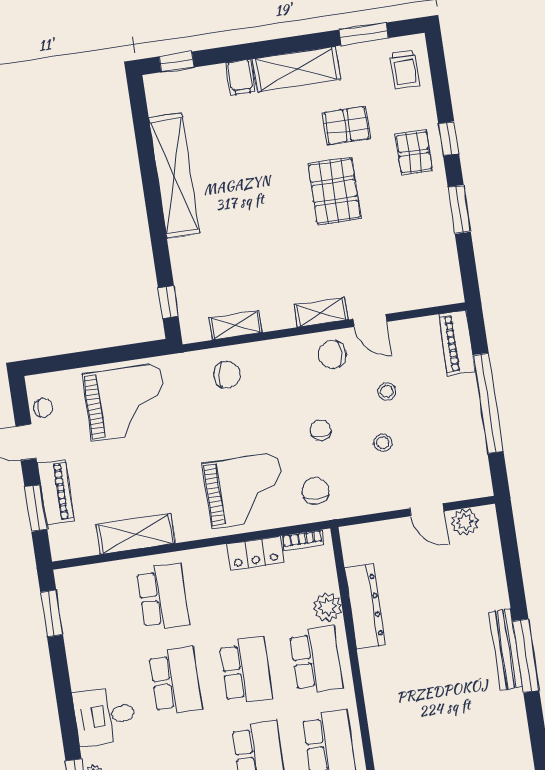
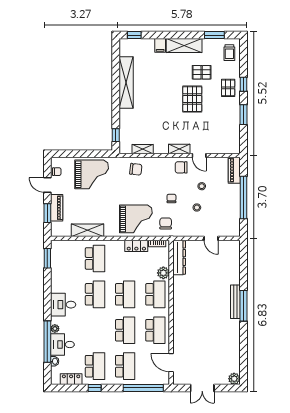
plant: (465, 522) -> (226, 246), removed
dresser: (365, 606) -> (179, 258), moved

